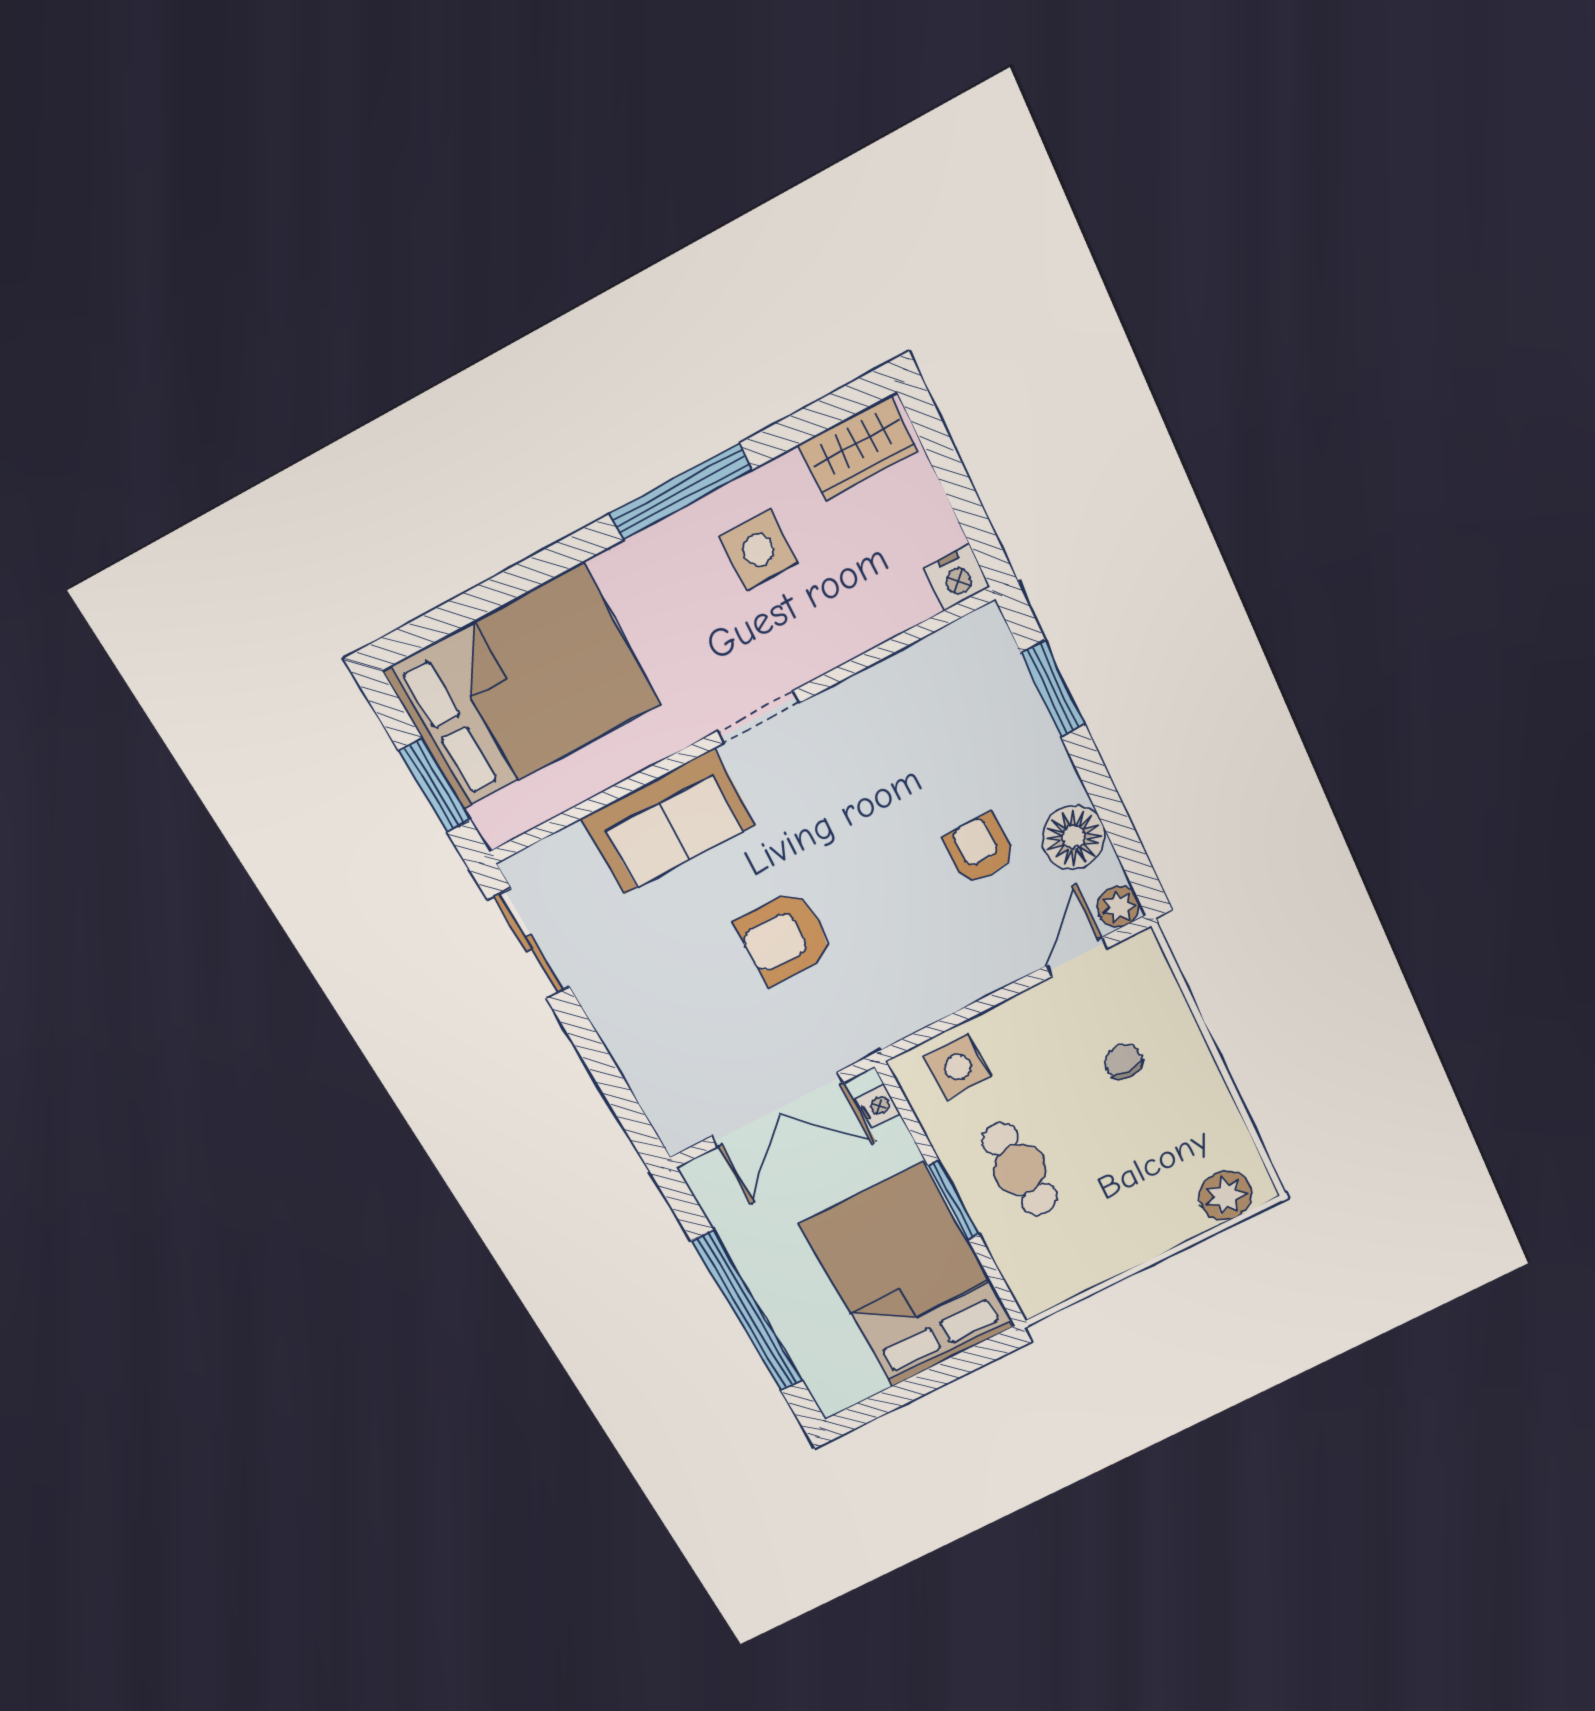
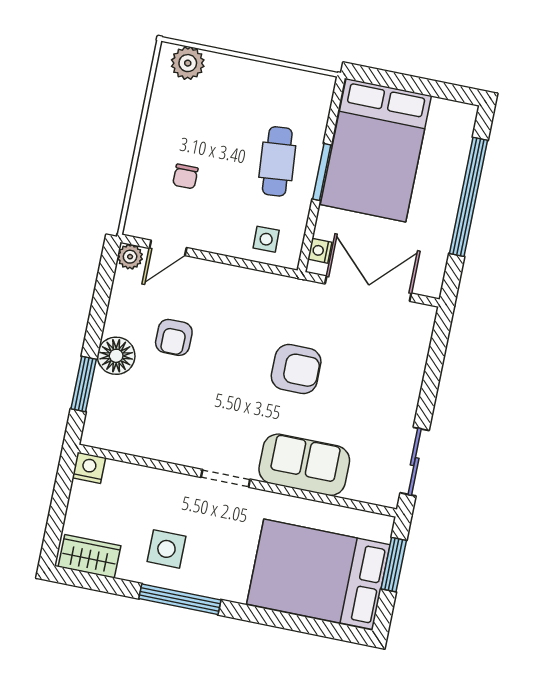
floor lamp: (1074, 837) -> (116, 356), moved
side table: (958, 1067) -> (266, 239), width x0.73, depth x0.73

